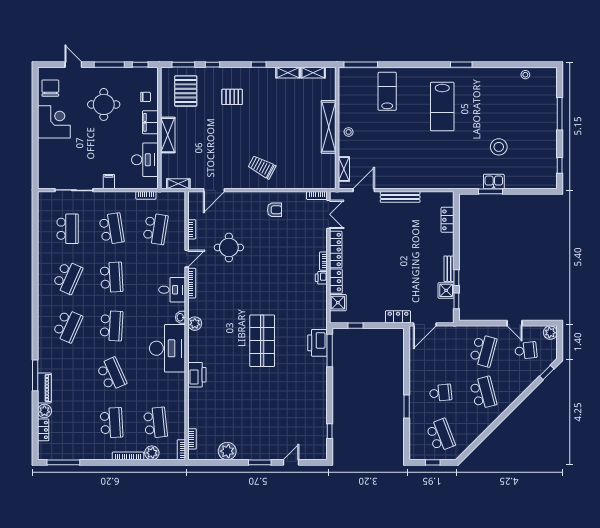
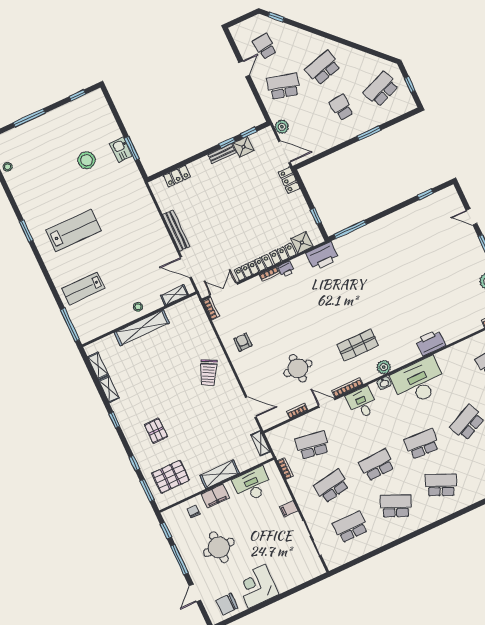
plant: (550, 333) -> (282, 127), moved
shop shelf: (262, 341) -> (358, 345), moved, width x0.70, depth x0.74
printer: (317, 343) -> (323, 256), moved

